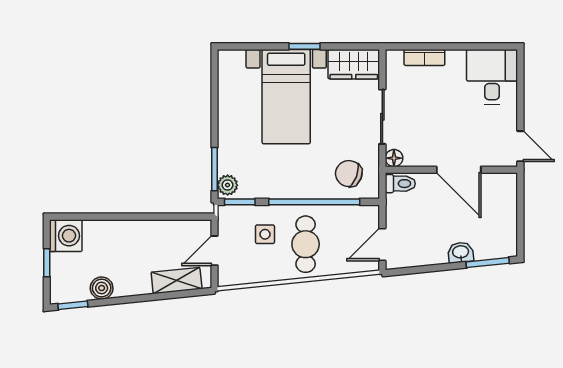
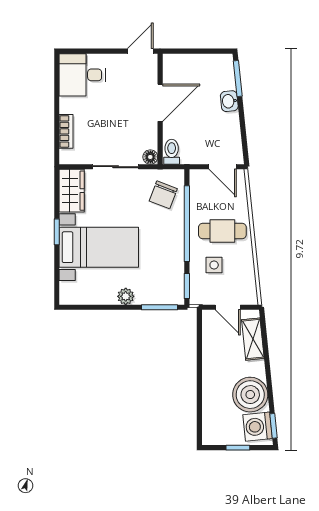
plant: (228, 185) -> (126, 296), moved
washing machine: (66, 236) -> (258, 427), moved, turned -96
boiler: (102, 288) -> (250, 395), width x1.86, depth x1.86

